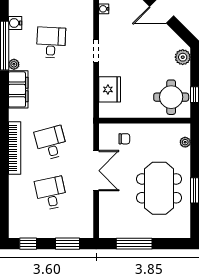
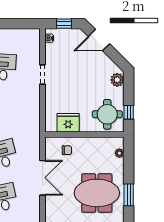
fridge: (110, 89) -> (68, 123), moved, turned -90
meeting table: (159, 188) -> (97, 193), turned 90

